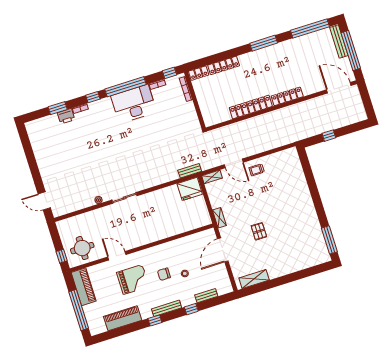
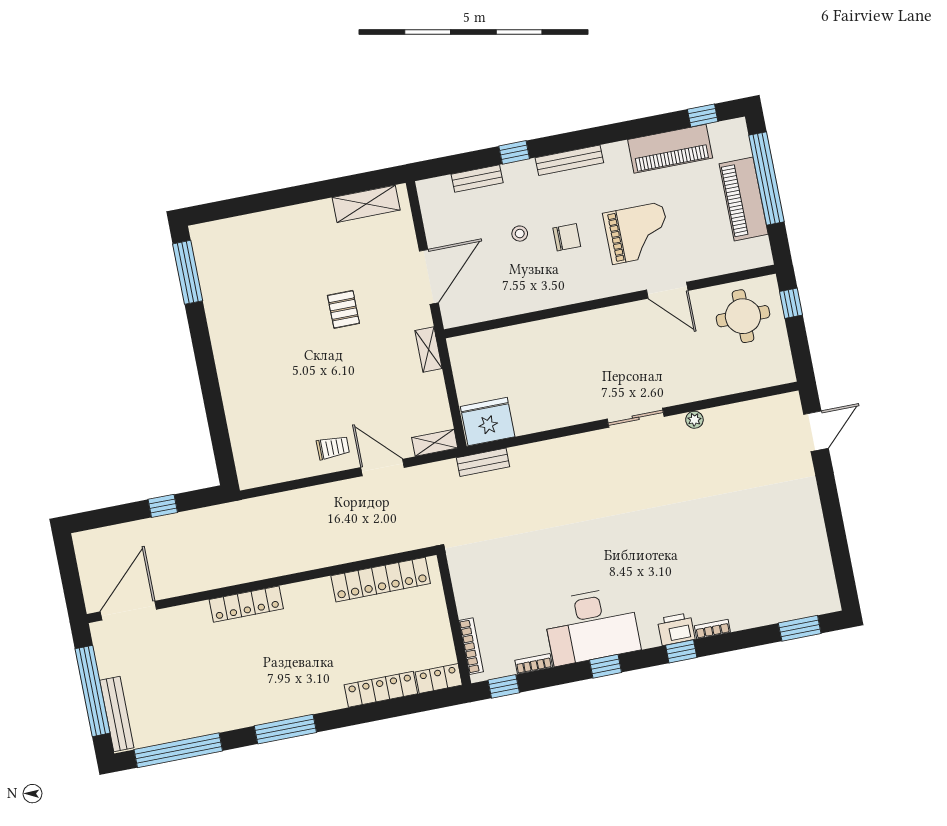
window: (125, 87) -> (606, 666), width x0.32
door: (339, 88) -> (128, 611), swing flipped
locker: (251, 107) -> (381, 580), moved
window: (58, 108) -> (800, 628), moved
printer: (66, 116) -> (676, 629), moved
door: (44, 201) -> (816, 431), hinge flipped
grand piano: (133, 279) -> (637, 233), turned 180
piano: (84, 287) -> (744, 199), moved
window: (155, 320) -> (703, 115), moved

